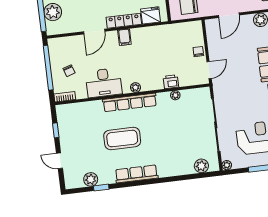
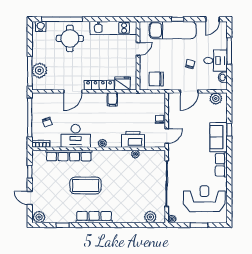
filing cabinet: (124, 37) -> (112, 99), moved
printer: (171, 82) -> (133, 139), width x1.87, depth x1.48
row of seats: (130, 102) -> (69, 155), moved
plant: (91, 179) -> (39, 217), moved

